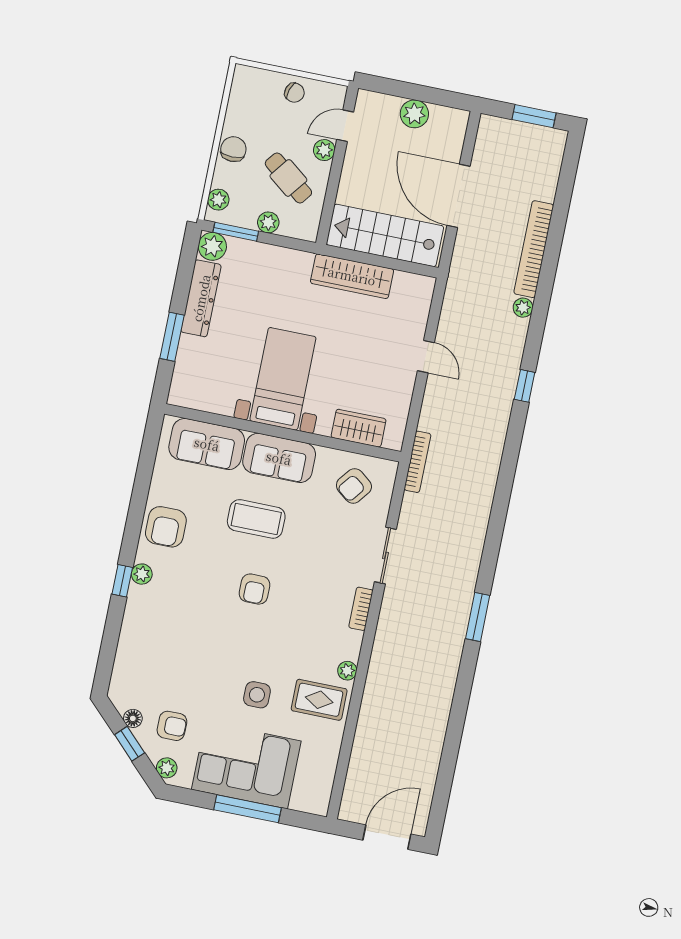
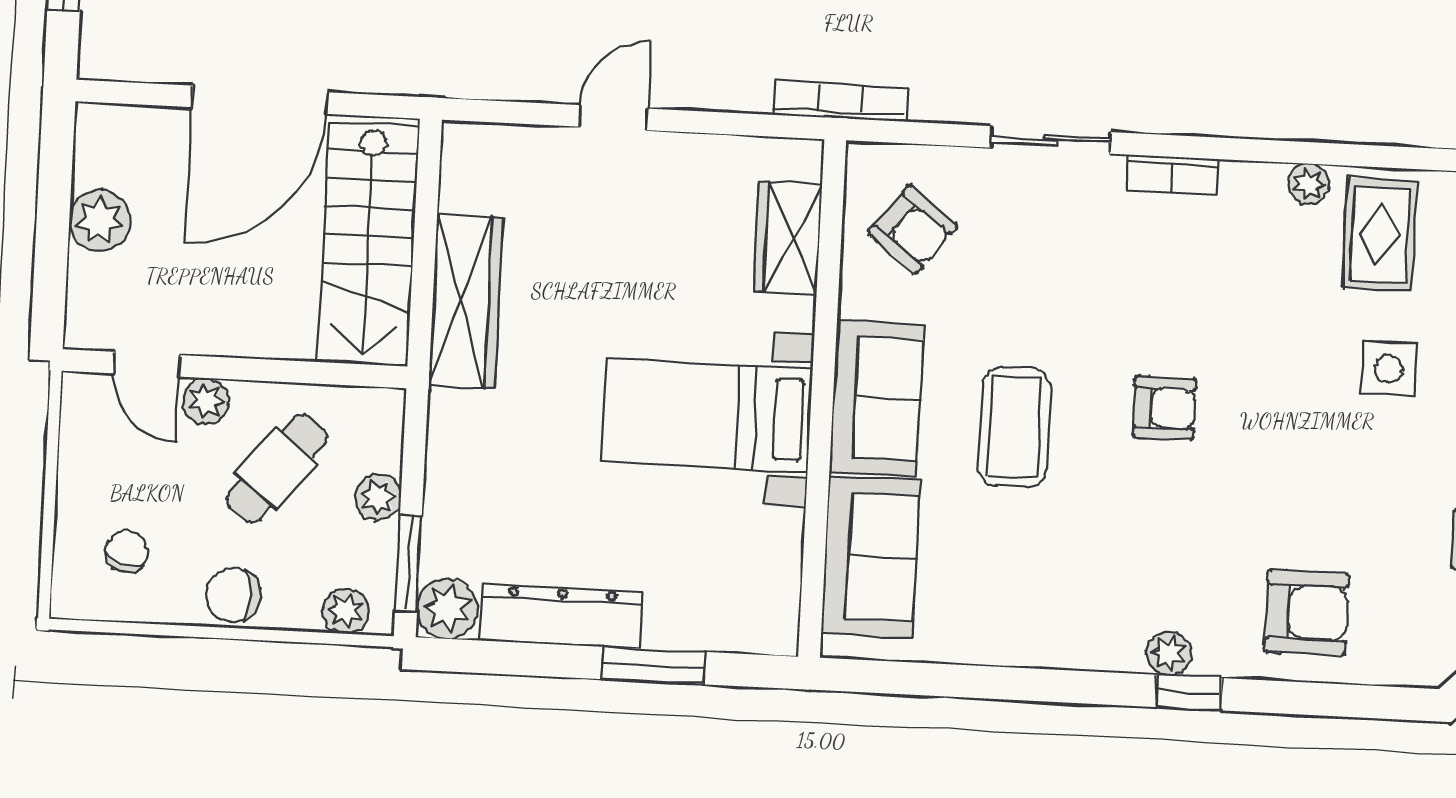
chair: (294, 93) -> (127, 552), moved
armchair: (166, 527) -> (1307, 612), moved

